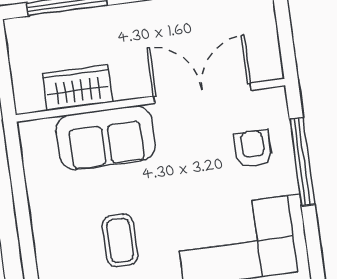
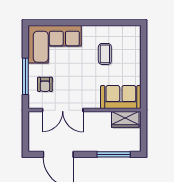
wardrobe: (77, 88) -> (125, 119), moved
sofa: (106, 138) -> (121, 97), moved

